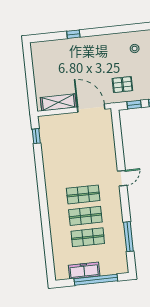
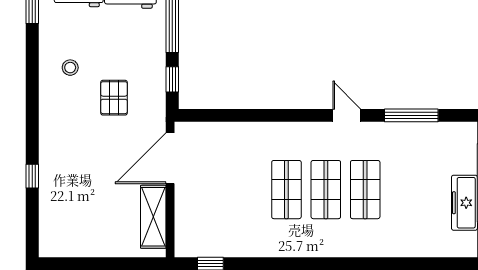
pallet: (122, 85) -> (114, 98), moved
door: (122, 178) -> (347, 115), moved
shop shelf: (88, 237) -> (286, 190), moved

